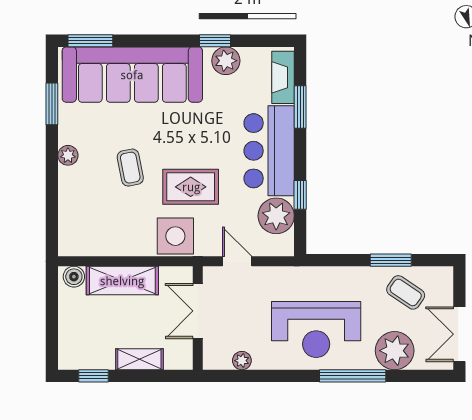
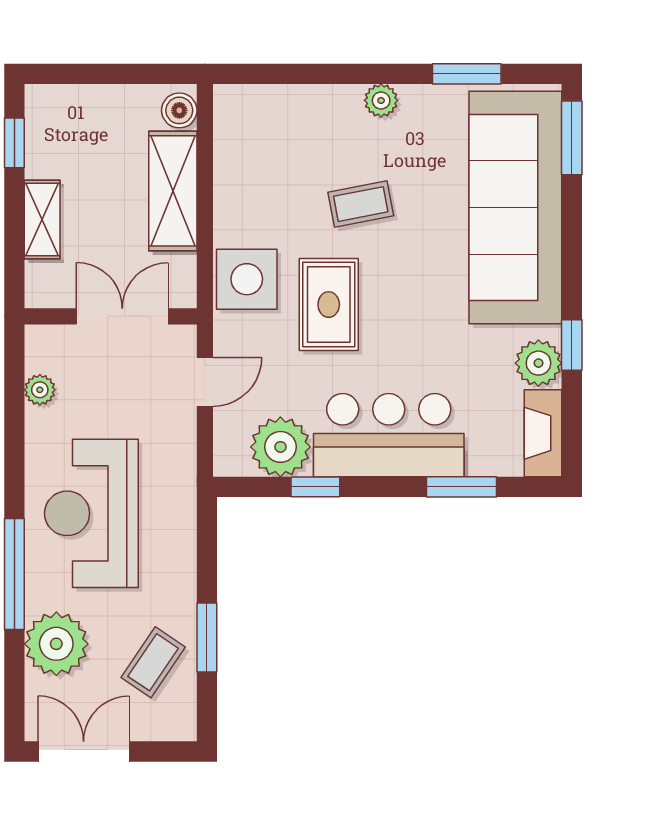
fireplace: (283, 77) -> (543, 433), moved, turned -90

